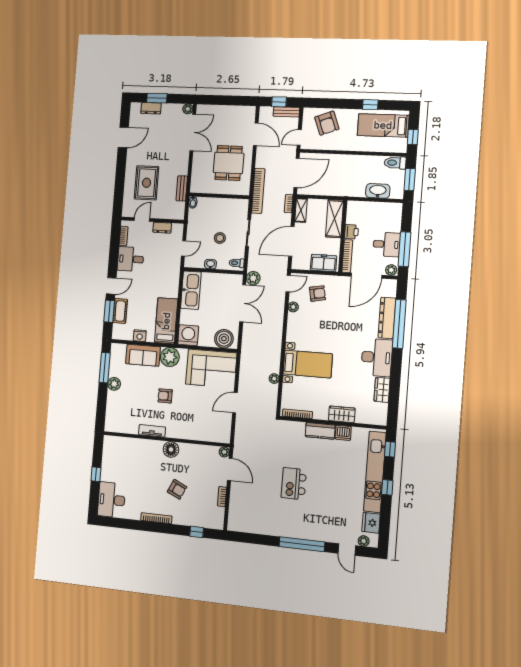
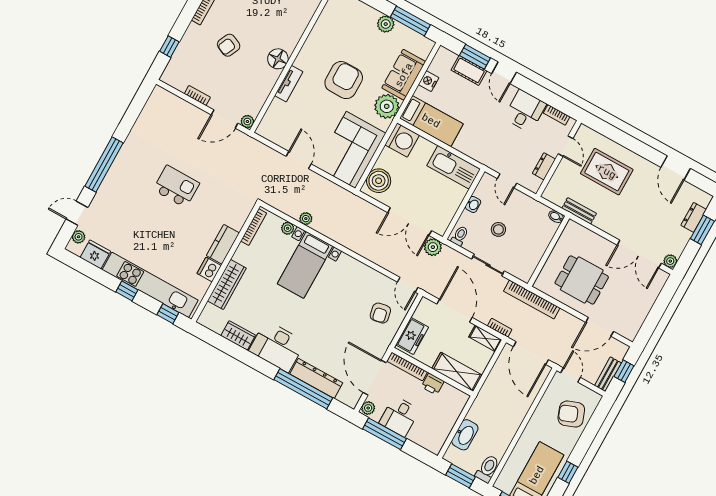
plant: (293, 307) -> (288, 228), moved
armchair: (165, 396) -> (344, 80), width x1.88, depth x1.88
wardrobe: (342, 414) -> (227, 284), width x1.50
tv unit: (152, 431) -> (289, 84), moved

